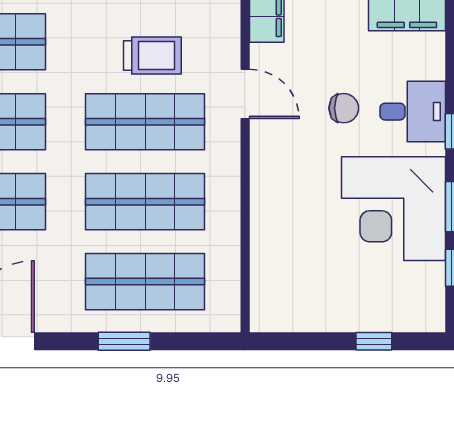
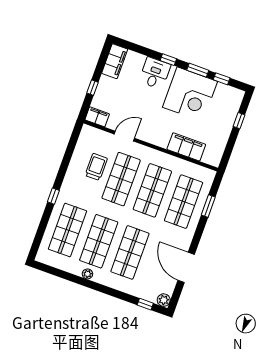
chair: (344, 108) -> (144, 100), removed
filing cabinet: (271, 243) -> (186, 147), added
window: (124, 341) -> (208, 206), moved

